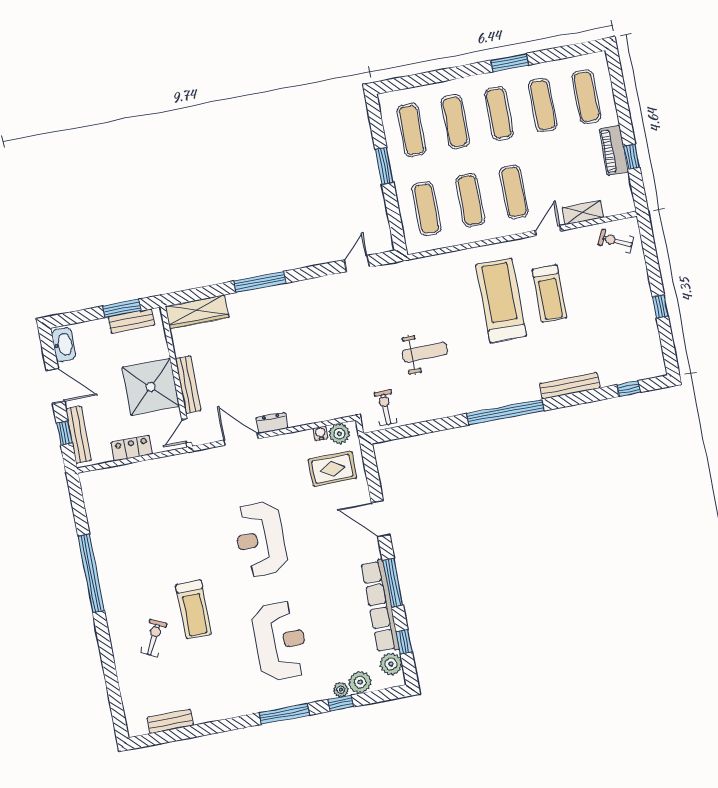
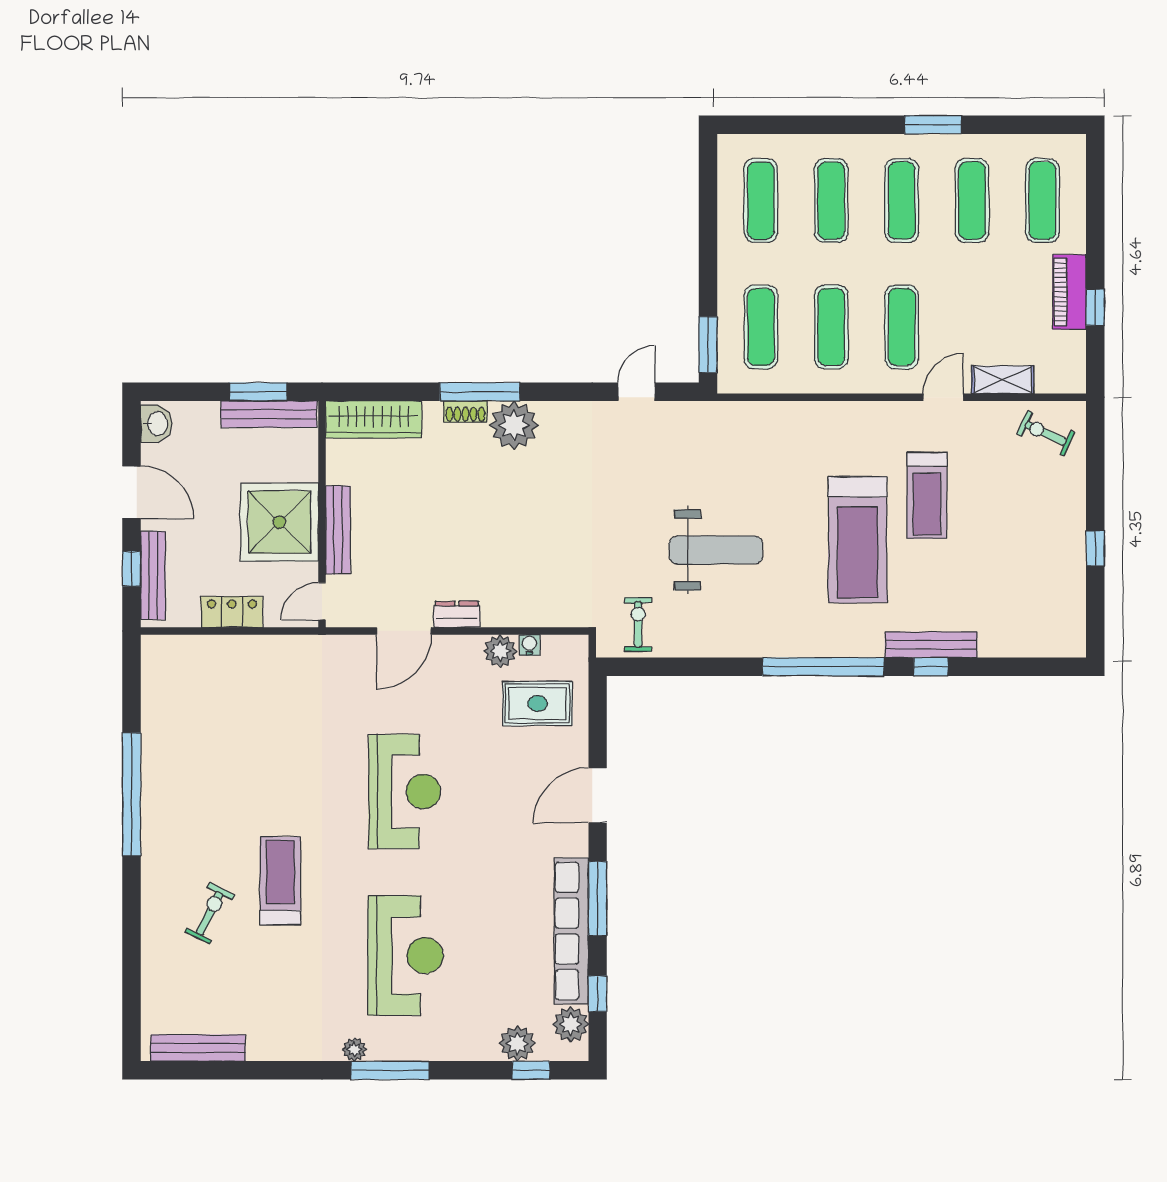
window: (384, 166) -> (708, 345), moved
shoe rack: (253, 296) -> (465, 411), added
plant: (285, 299) -> (514, 425), added
treadmill: (501, 300) -> (858, 540), moved, turned 180
bench: (131, 321) -> (269, 414), width x1.36
washbasin: (64, 345) -> (157, 424), width x0.72
weight bench: (425, 352) -> (716, 550), width x1.36, depth x1.33
window: (629, 389) -> (931, 667), moved
plant: (339, 434) -> (500, 651), moved
door: (241, 440) -> (404, 631), swing flipped
door: (381, 519) -> (598, 795), hinge flipped
reception desk: (260, 539) -> (405, 792), turned 180
treadmill: (194, 609) -> (280, 881), turned 180
plant: (341, 690) -> (354, 1049), moved
window: (341, 703) -> (531, 1070), moved
bench: (170, 721) -> (198, 1048), width x1.36

